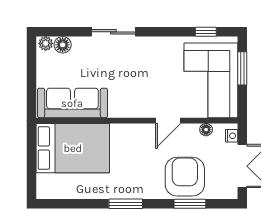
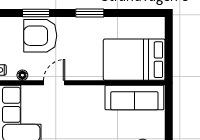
armchair: (185, 177) -> (40, 36), turned 90

